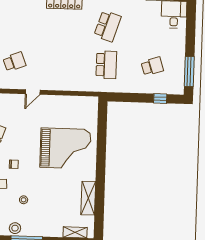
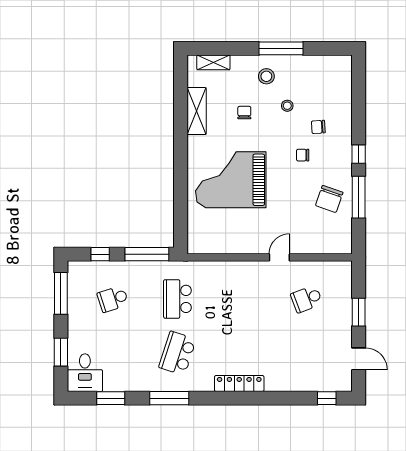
window: (191, 30) -> (61, 352), added
window: (127, 97) -> (147, 254), added
chair: (54, 196) -> (244, 113), added
stool: (15, 228) -> (266, 76), moved

